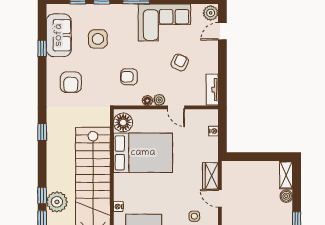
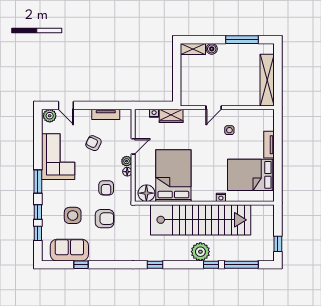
armchair: (71, 82) -> (105, 219), moved
tv unit: (212, 90) -> (106, 114), moved
wardrobe: (210, 176) -> (171, 116), moved
plant: (57, 202) -> (200, 252), moved

